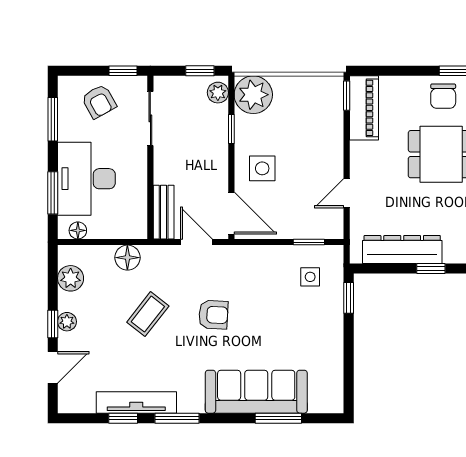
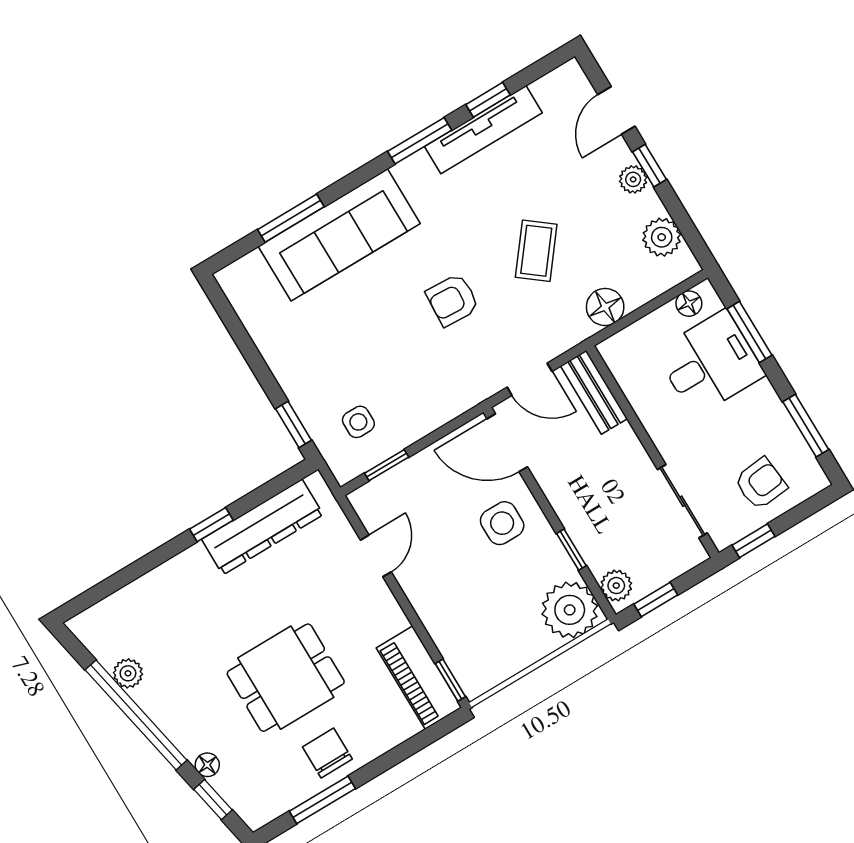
armchair: (99, 101) -> (761, 484), turned 113
desk: (86, 179) -> (710, 363), width x0.73

